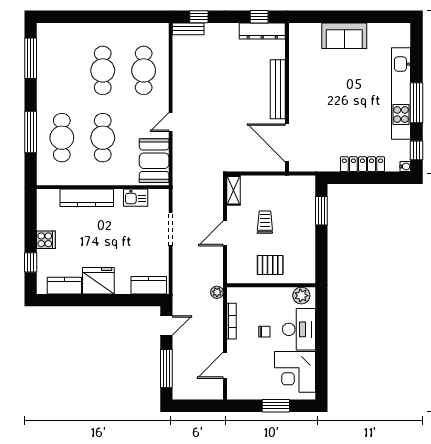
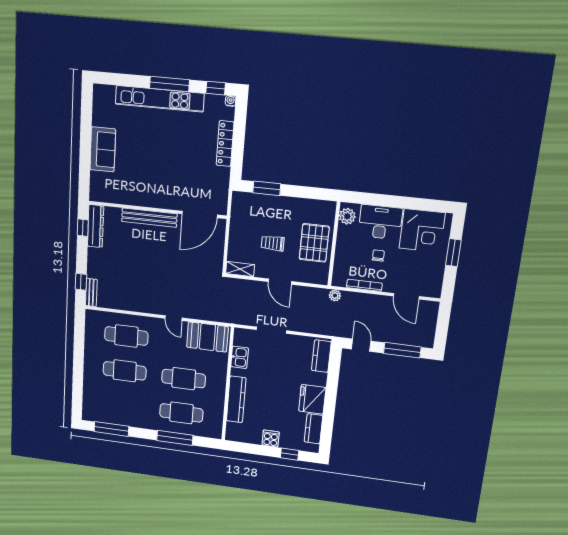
pallet: (270, 265) -> (314, 243), width x1.50, depth x1.42

